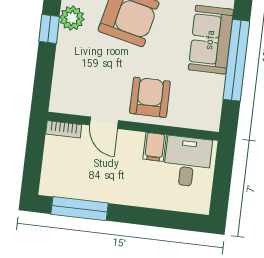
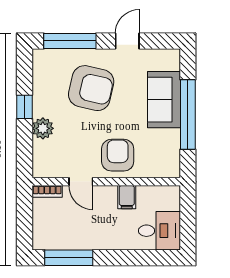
plant: (72, 18) -> (43, 128), moved
desk: (187, 162) -> (159, 231), moved, turned 90

